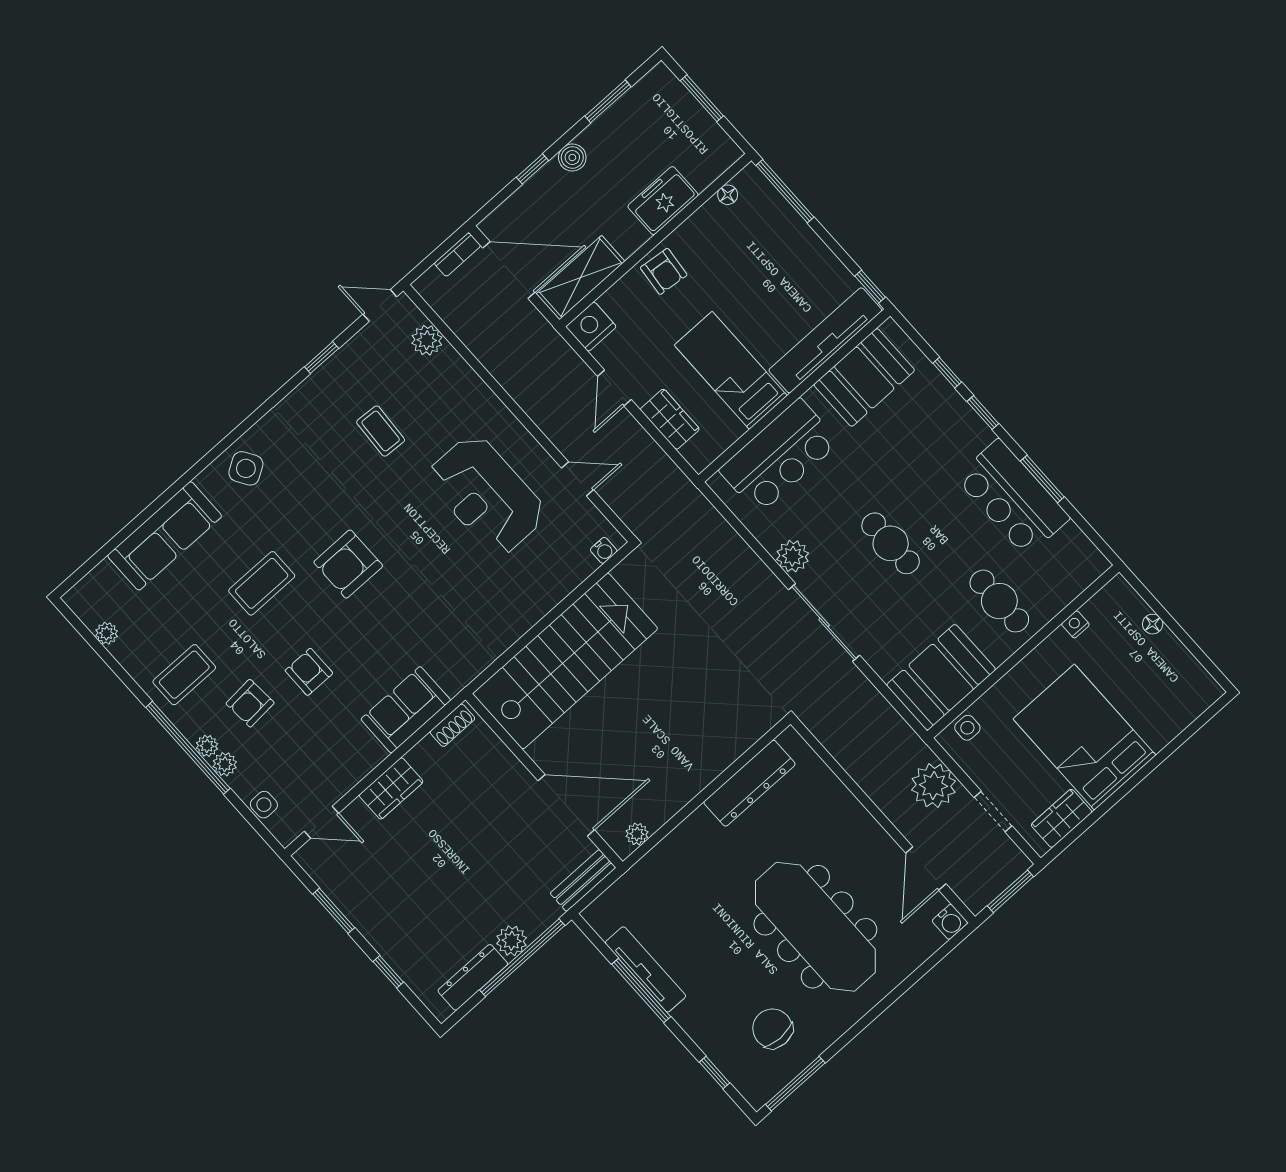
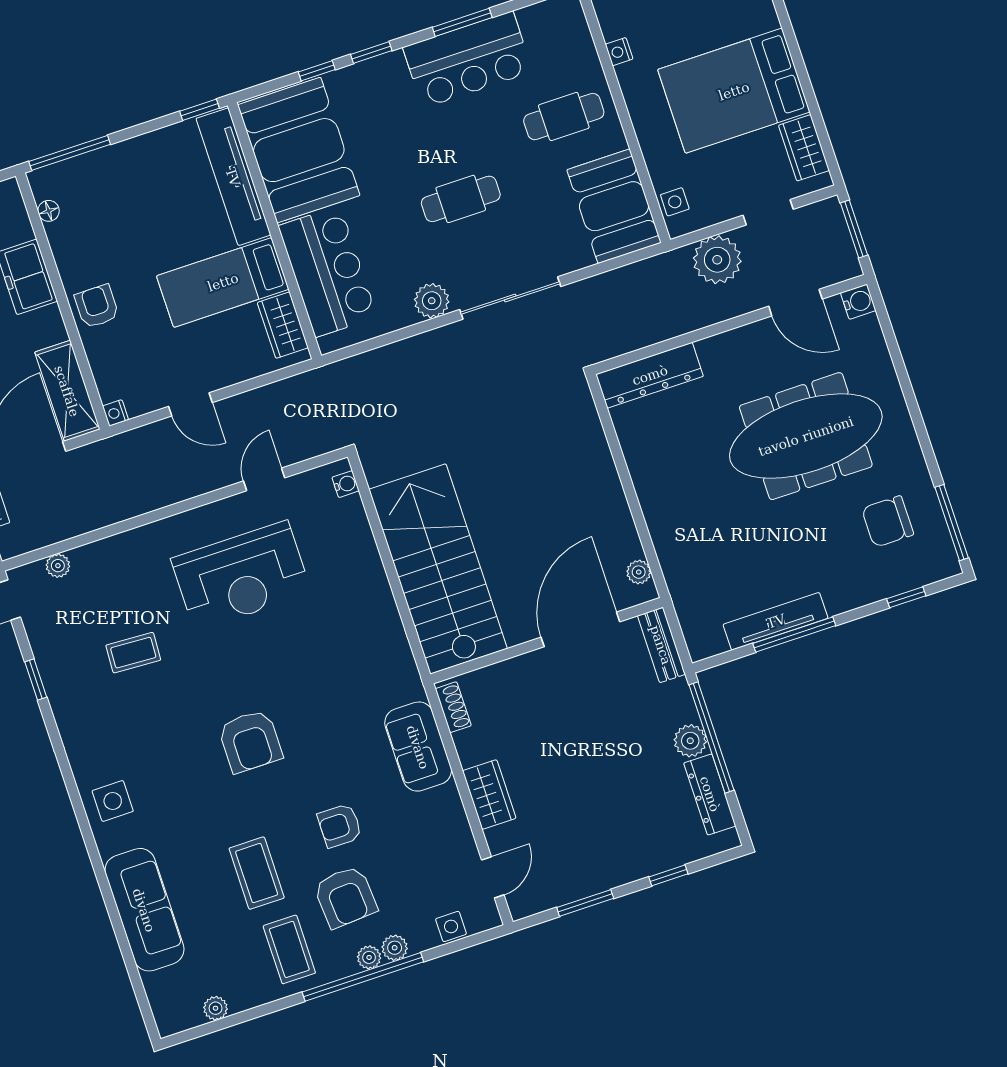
armchair: (664, 271) -> (97, 306), turned -96
nightstand: (591, 327) -> (115, 413), width x0.53, depth x0.56
plant: (427, 340) -> (58, 566), width x0.73, depth x0.73
booth: (864, 377) -> (299, 150), width x1.36, depth x1.42
wardrobe: (670, 419) -> (283, 325), moved, turned -90
side table: (246, 468) -> (113, 801), turned 32
coffee table: (262, 583) -> (257, 873), moved
armchair: (250, 703) -> (345, 897), width x1.38, depth x1.38
dresser: (749, 783) -> (650, 375), moved, turned 90

